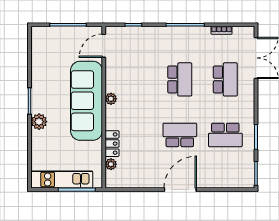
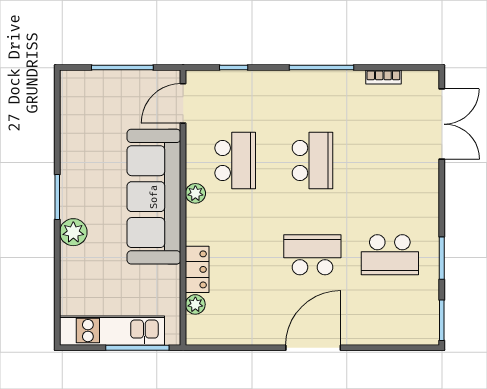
school desk: (225, 79) -> (235, 161), moved

